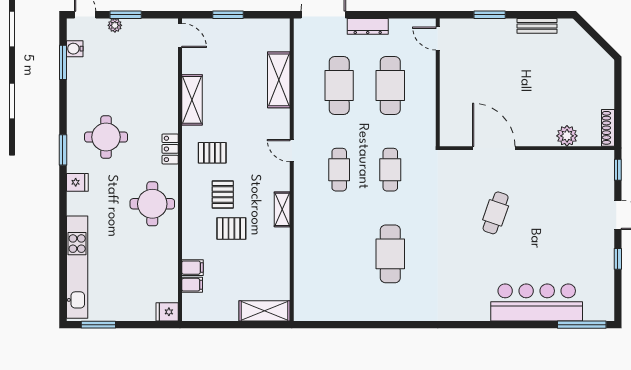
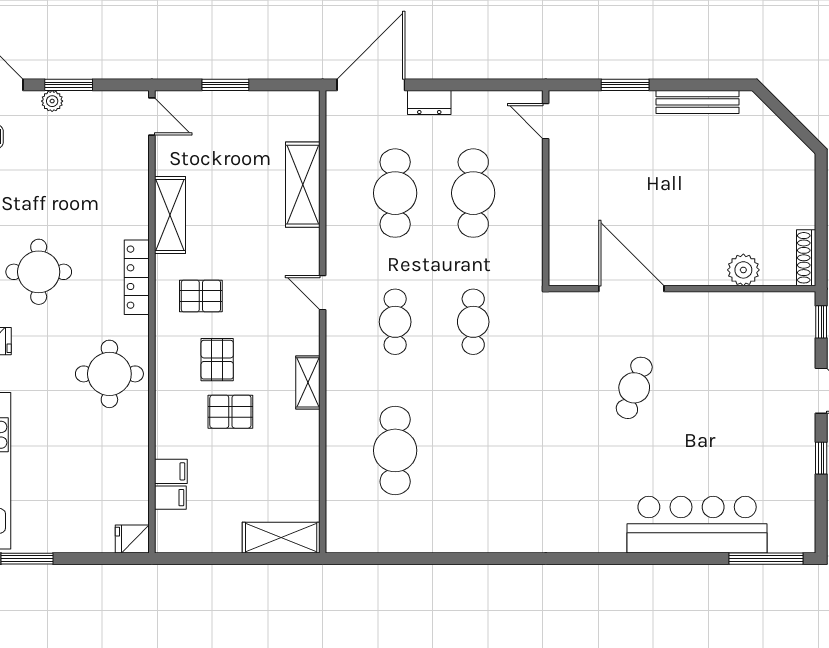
dresser: (368, 26) -> (429, 103), width x0.70
bench: (537, 26) -> (698, 102), width x1.36
locker: (170, 149) -> (137, 277), width x1.53
cafe table: (390, 254) -> (395, 450), moved

